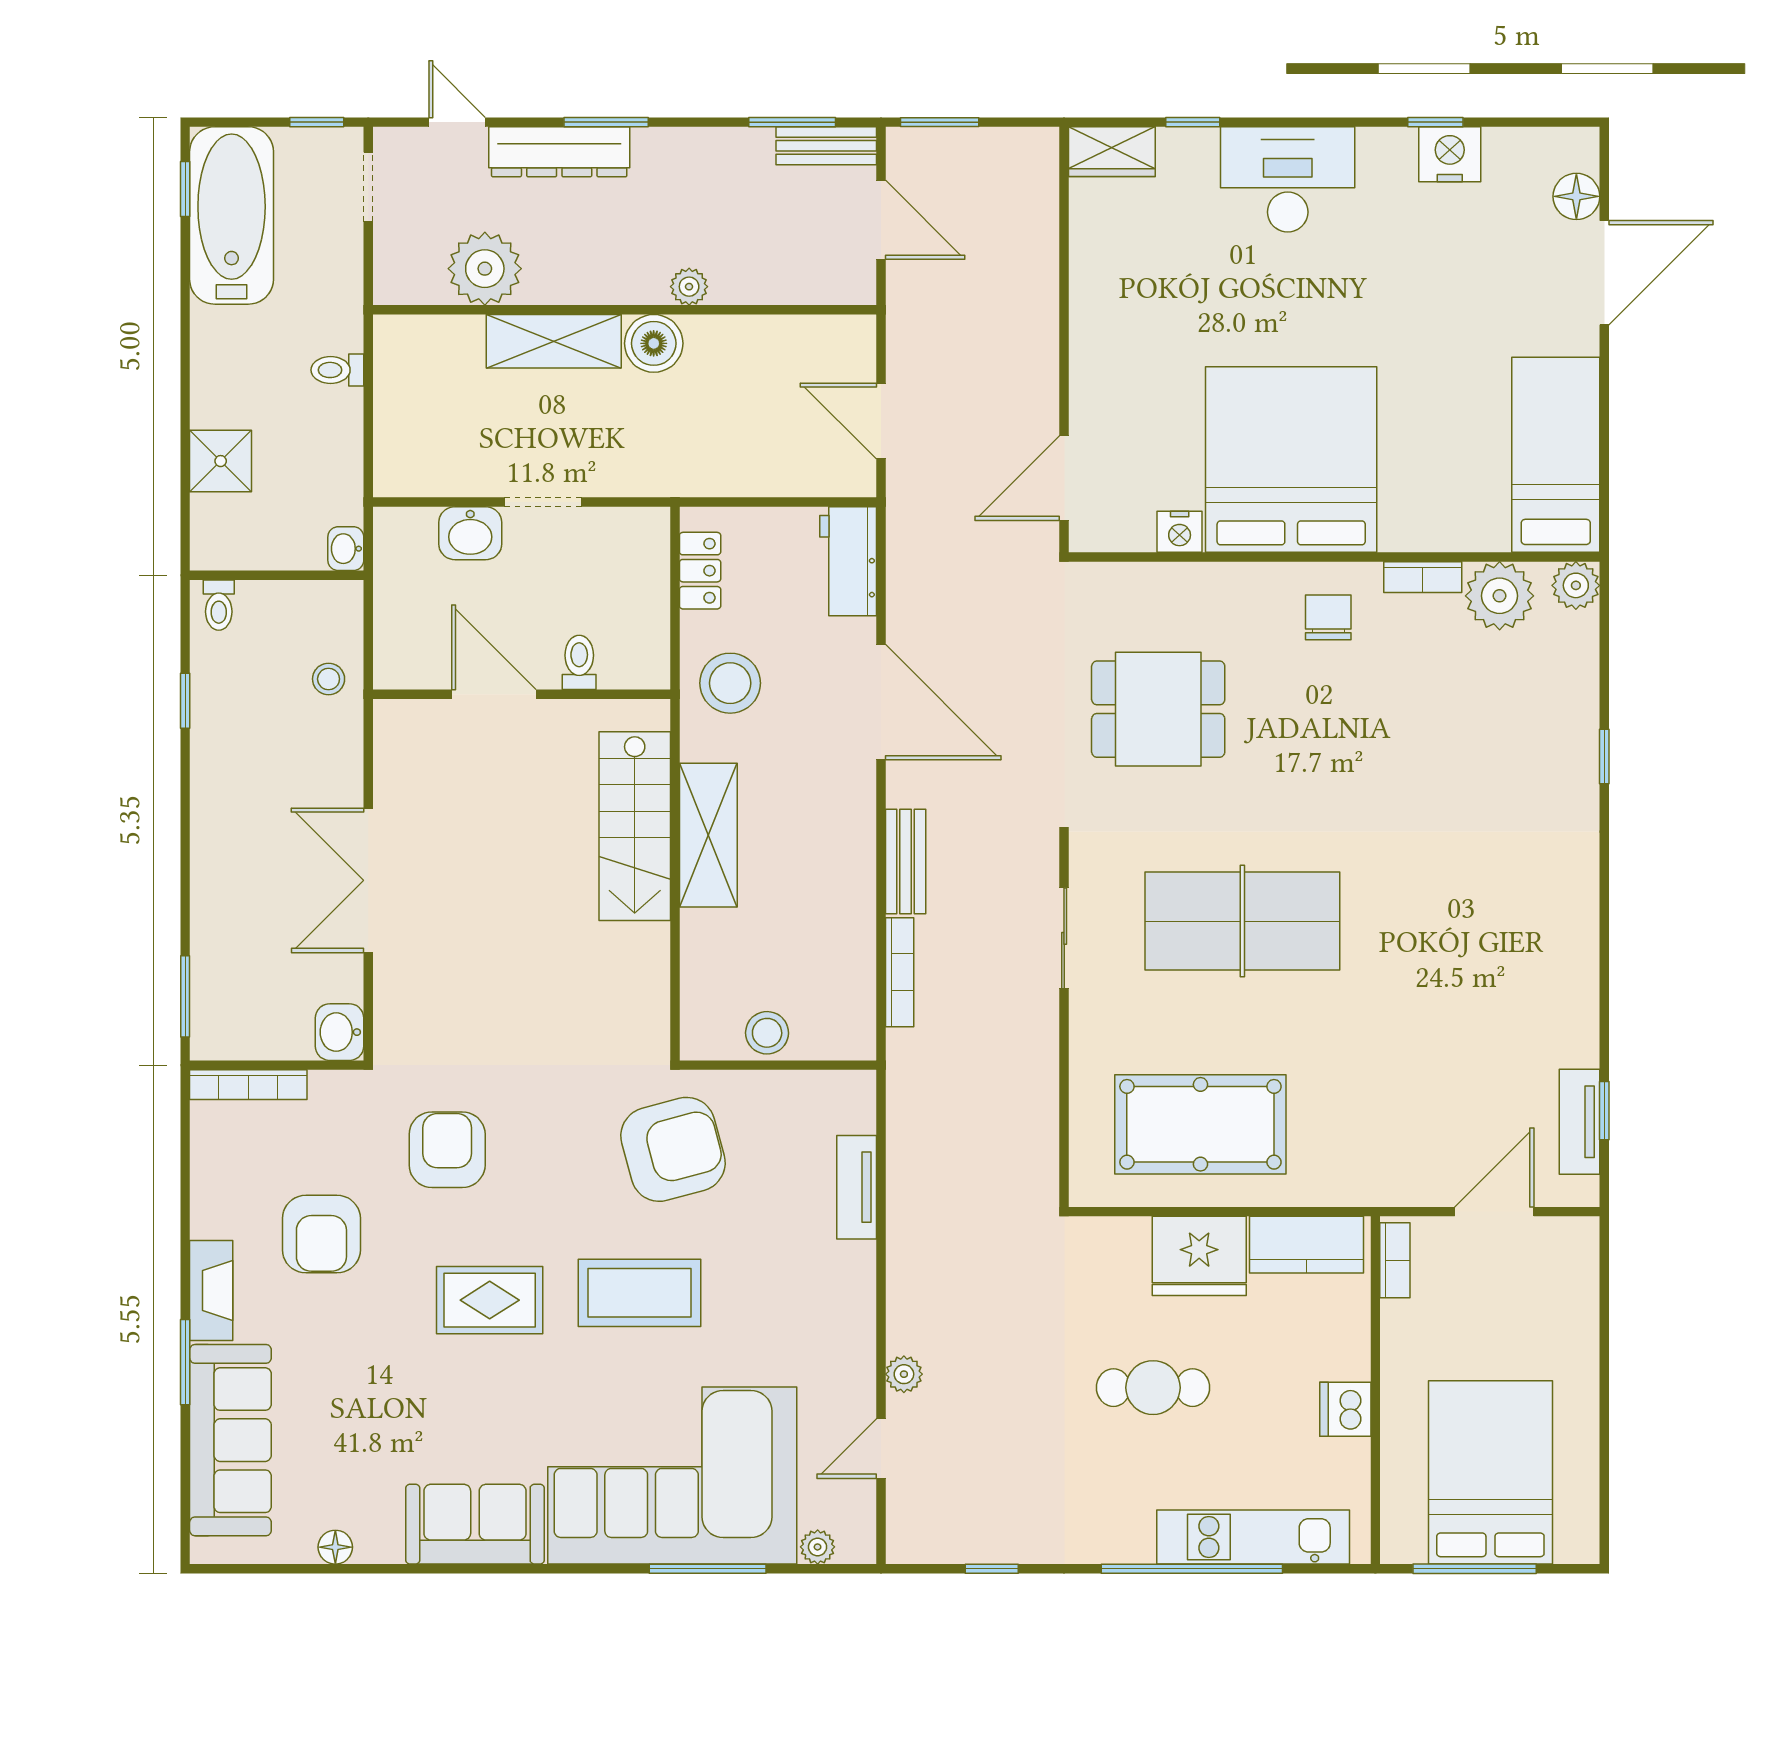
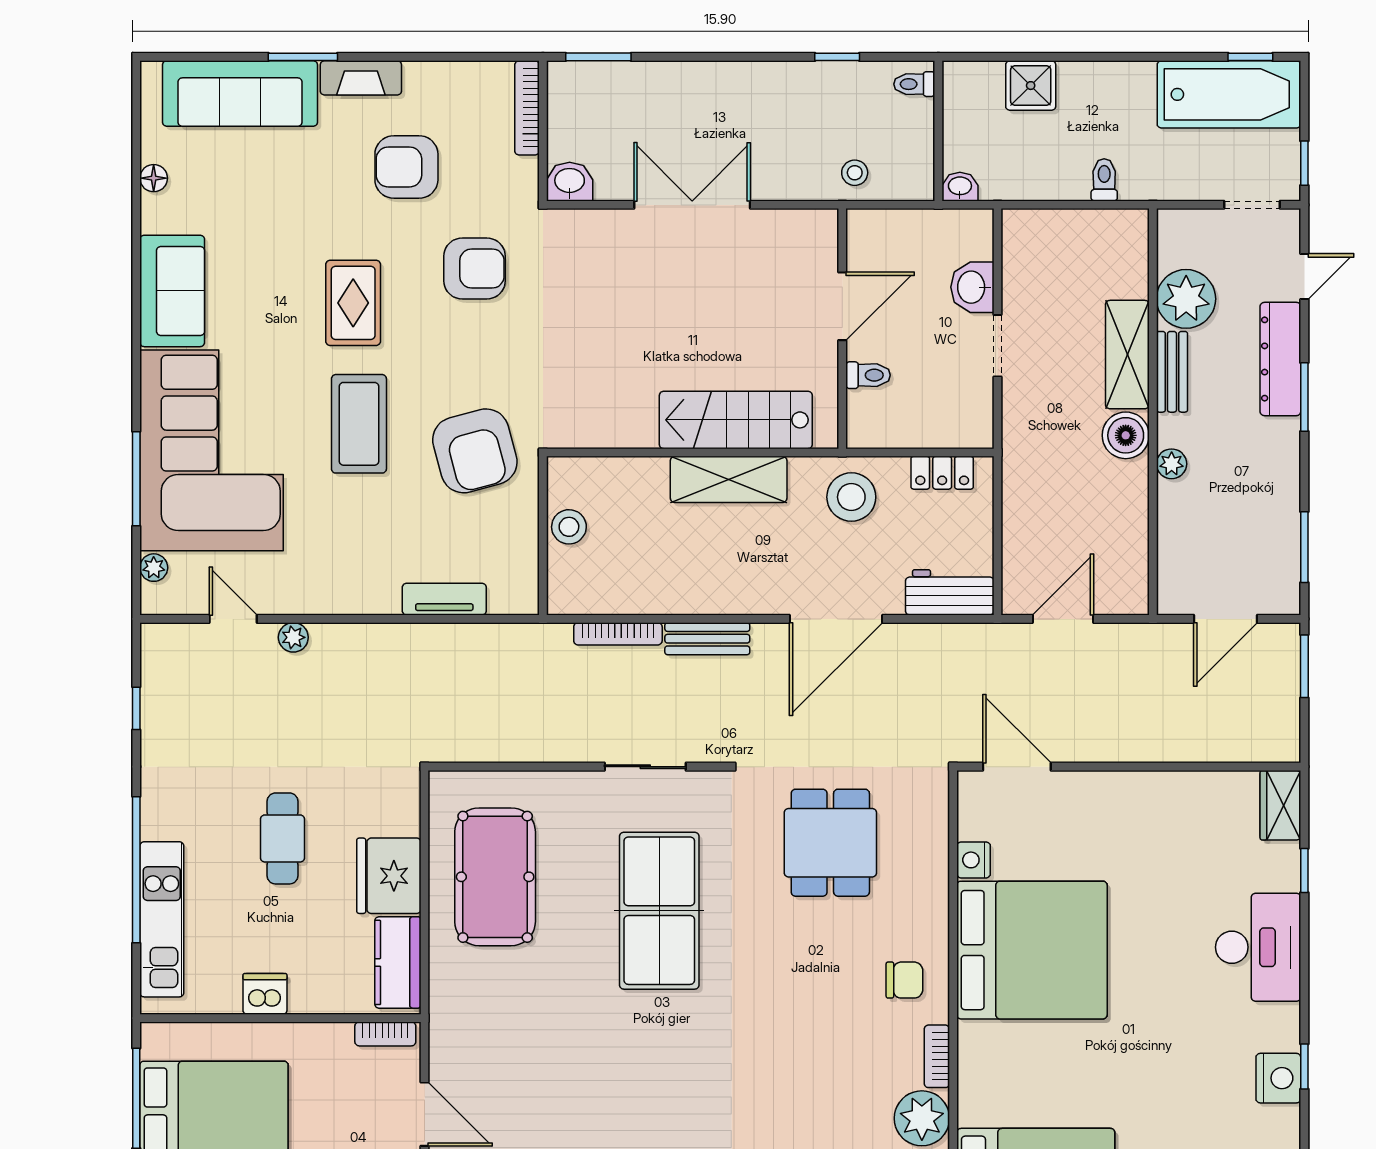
bench: (826, 146) -> (1172, 372), moved

